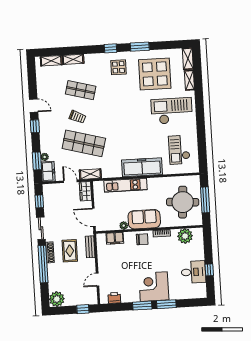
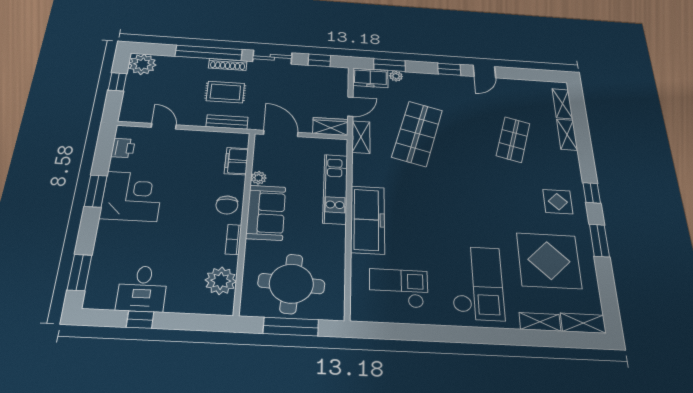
trolley: (77, 117) -> (465, 130), removed
door: (94, 217) -> (281, 133), hinge flipped
corner desk: (154, 287) -> (132, 196), moved
window: (166, 304) -> (80, 272), moved
window: (83, 309) -> (117, 82), moved

